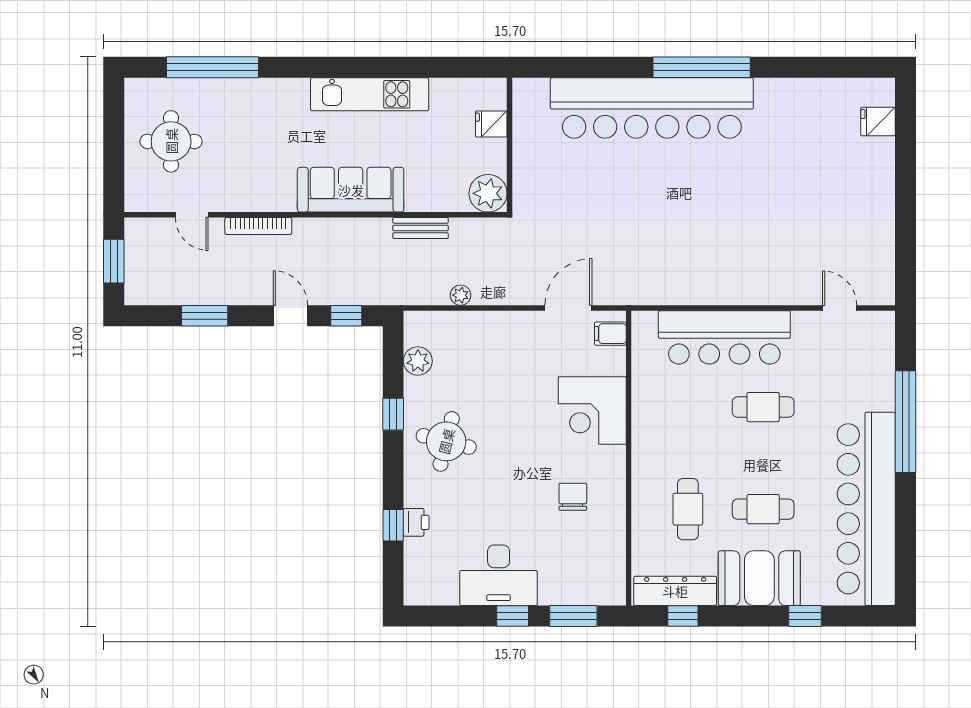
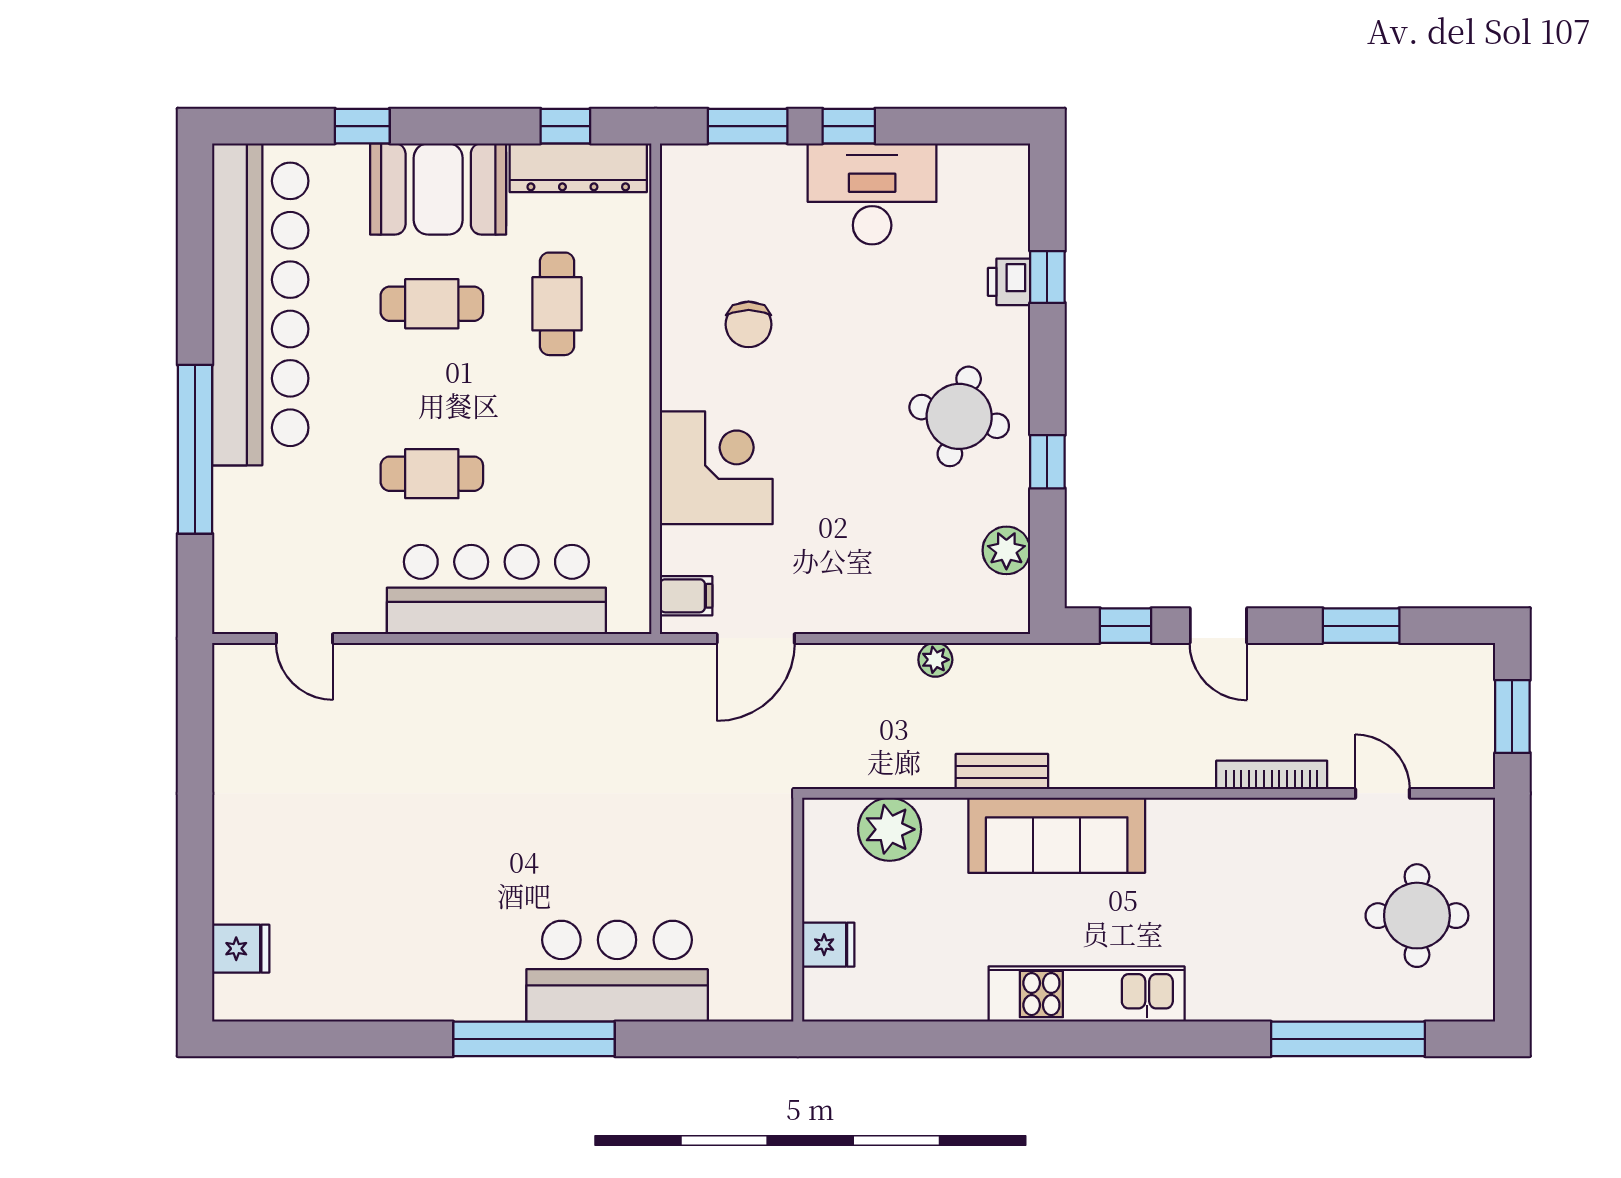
bar counter: (652, 108) -> (617, 971), width x0.54
fridge: (491, 124) -> (828, 945), moved
wall: (510, 145) -> (798, 910), moved
sofa: (351, 190) -> (1057, 835), moved

